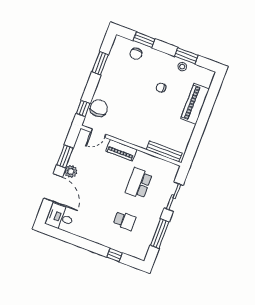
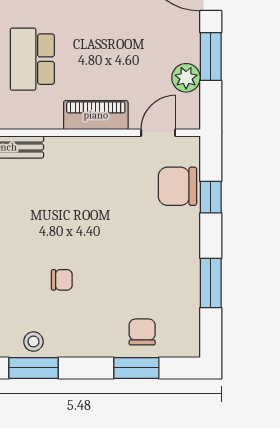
window: (83, 108) -> (211, 197), moved
chair: (99, 108) -> (177, 186), turned 90
plant: (71, 171) -> (186, 78), moved
school desk: (139, 183) -> (32, 59), turned 180

